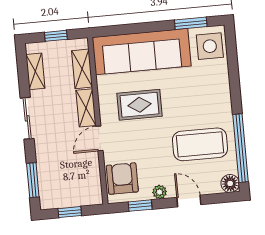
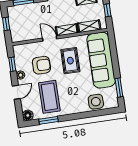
side table: (210, 46) -> (96, 102), moved
window: (241, 148) -> (49, 120), width x0.47
armchair: (122, 179) -> (41, 65), moved

